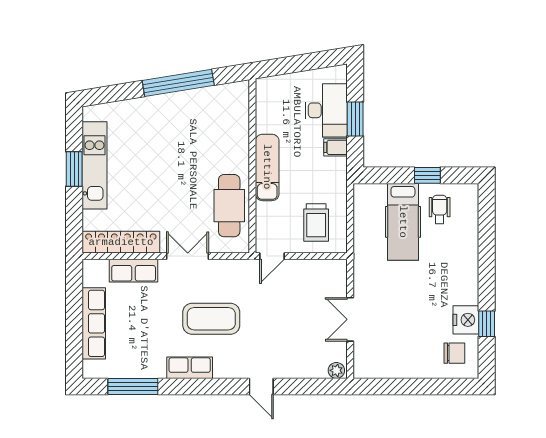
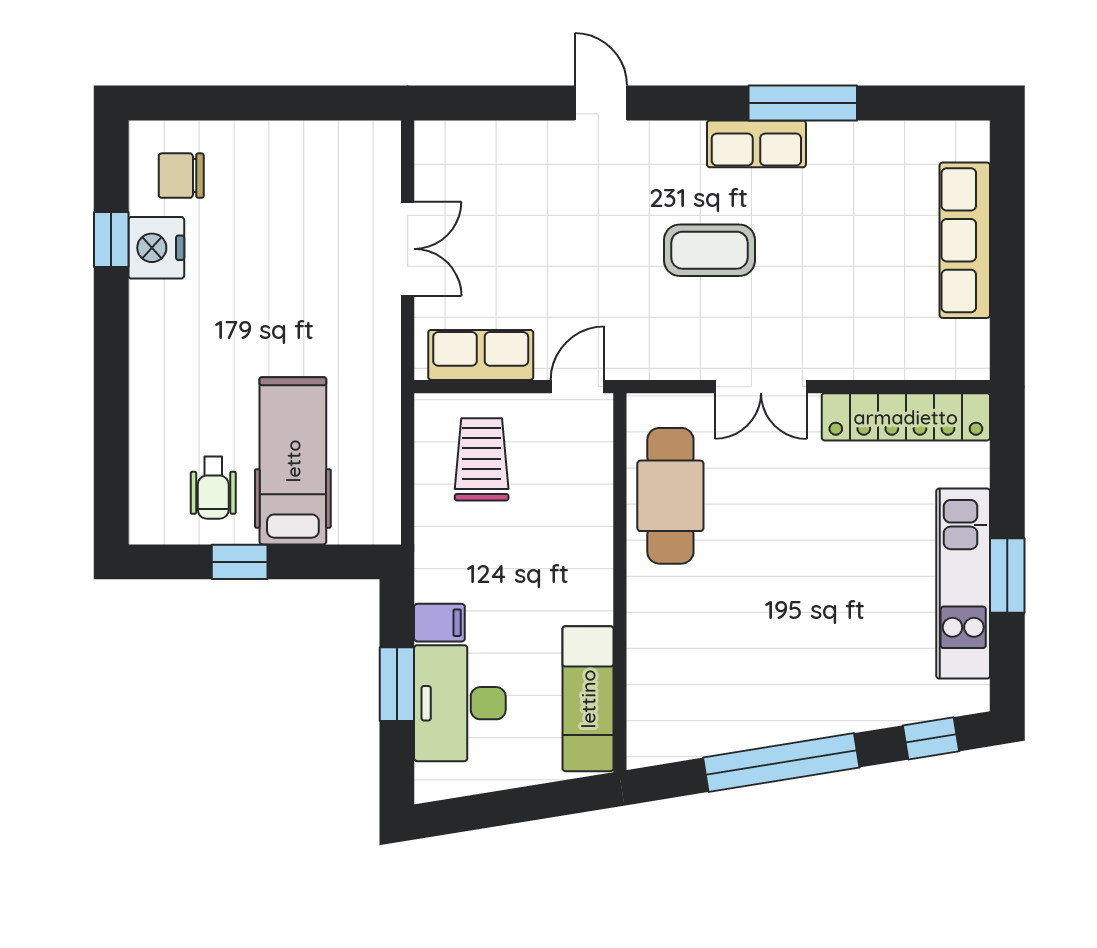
window: (109, 94) -> (931, 738), added
exam couch: (267, 167) -> (588, 699), moved
row of seats: (134, 271) -> (481, 355), moved
coffee table: (211, 319) -> (709, 250), width x0.73, depth x0.76
plant: (336, 370) -> (438, 138), removed
window: (133, 387) -> (803, 103), moved

